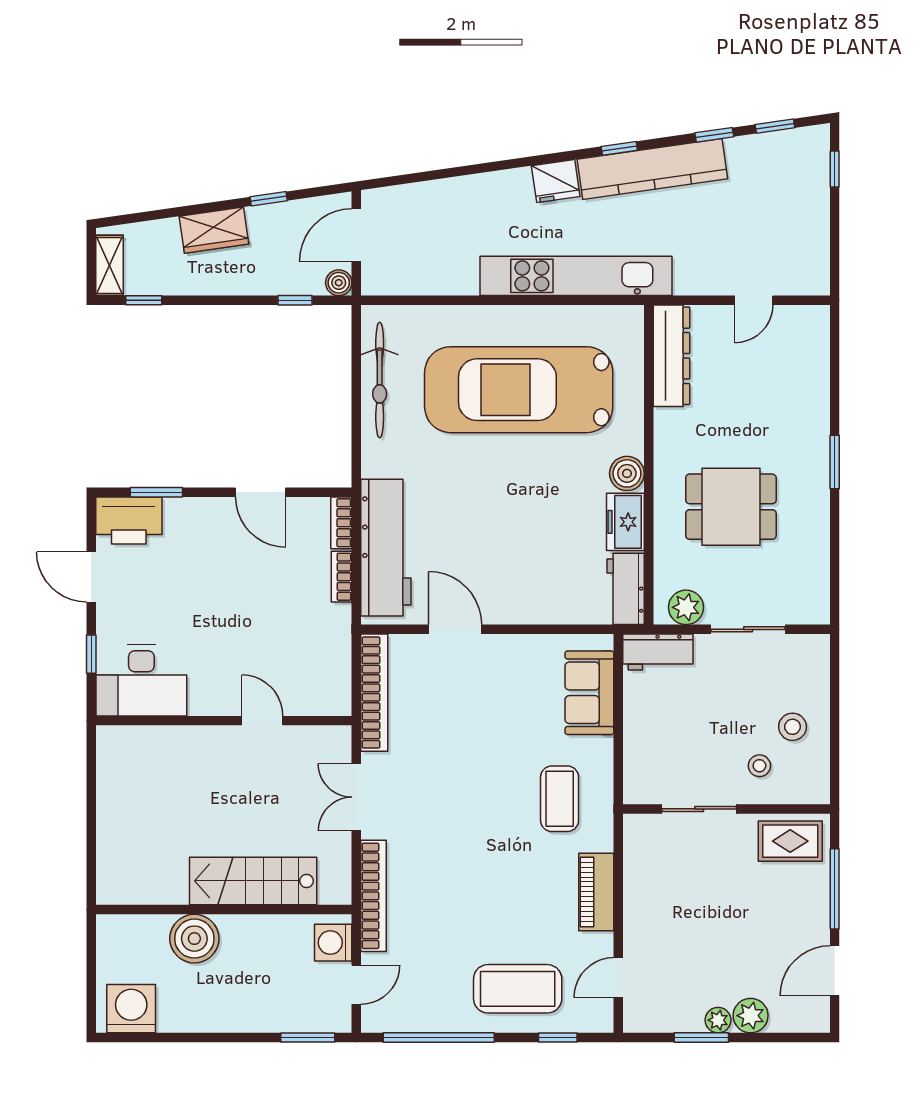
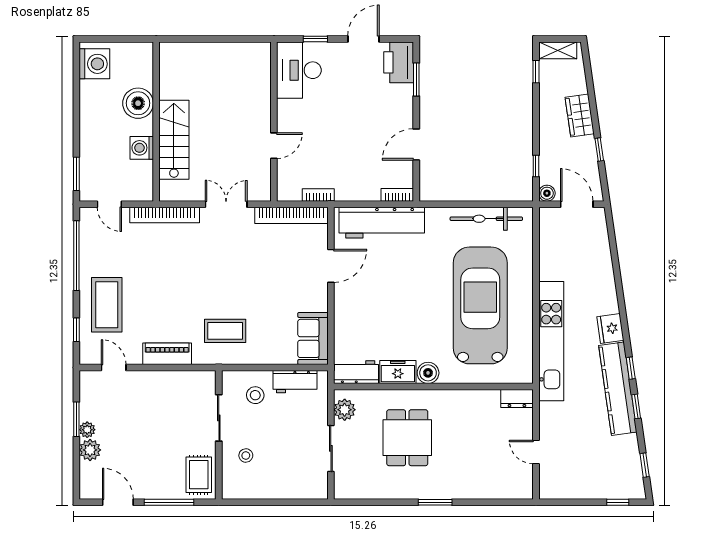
window: (714, 135) -> (636, 406), moved
dresser: (671, 356) -> (517, 398), width x0.51, depth x0.80
bookcase: (342, 577) -> (318, 195), moved
workbench: (658, 652) -> (295, 382), moved, turned -90
sofa: (589, 693) -> (313, 338), moved, turned -90
stool: (793, 727) -> (255, 395), moved
washing machine: (333, 943) -> (142, 148), moved, turned -90

